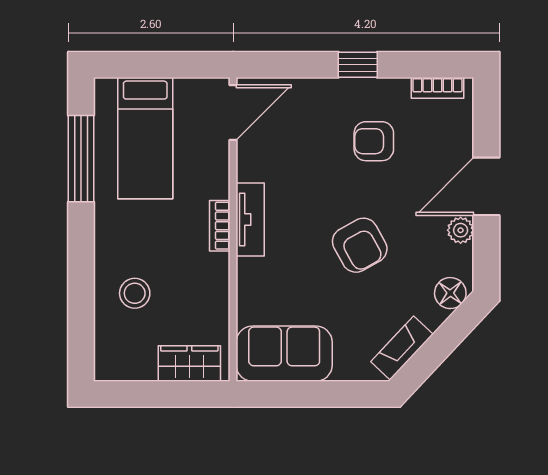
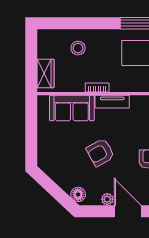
bookcase: (220, 226) -> (97, 88), moved
fireplace: (402, 348) -> (53, 172), removed
sofa: (284, 354) -> (72, 108), moved, turned 90

